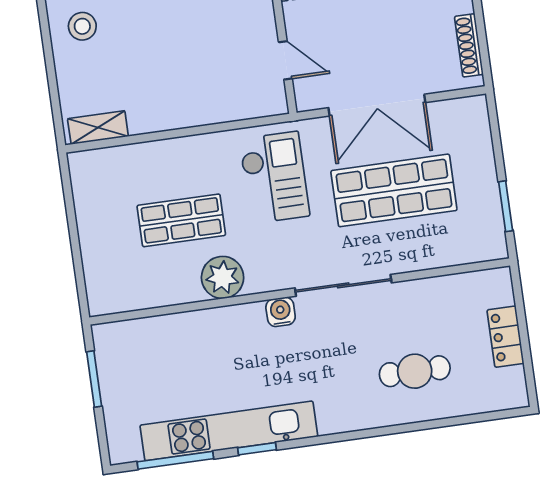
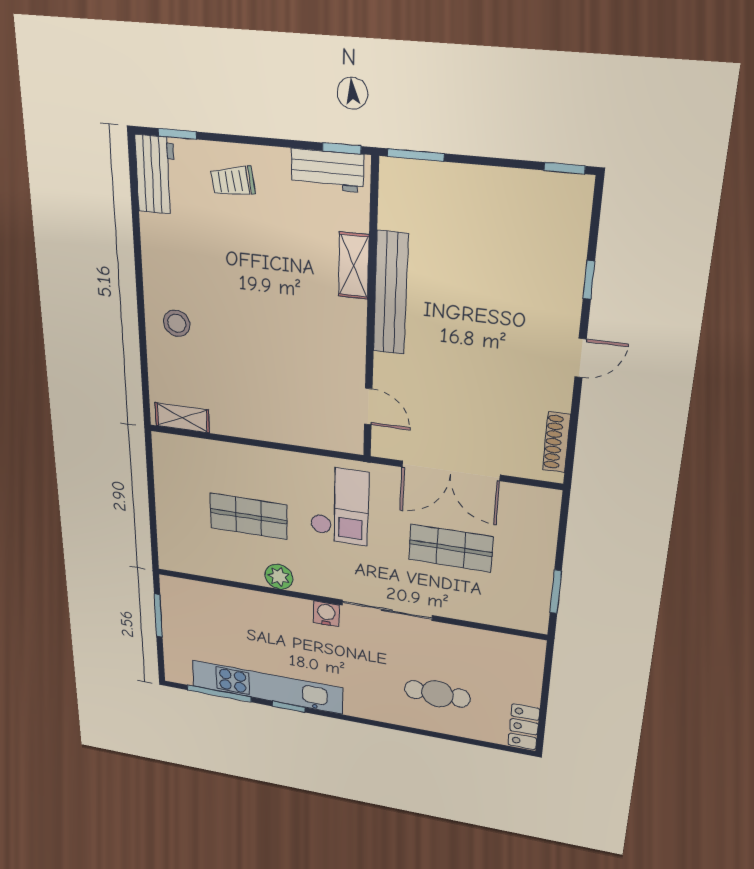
shop shelf: (394, 190) -> (451, 548), width x0.70, depth x0.74
plant: (223, 277) -> (279, 577), width x0.73, depth x0.73
locker: (505, 337) -> (524, 727), moved

